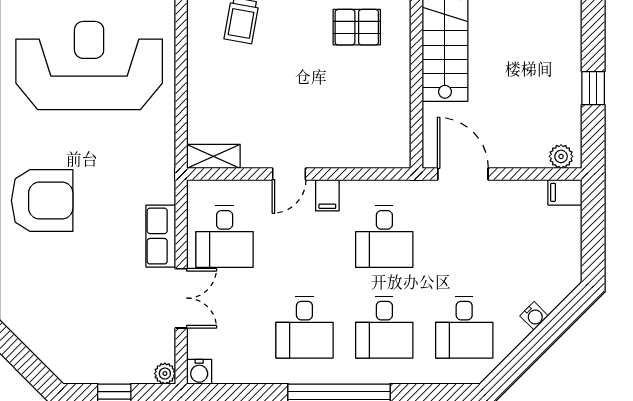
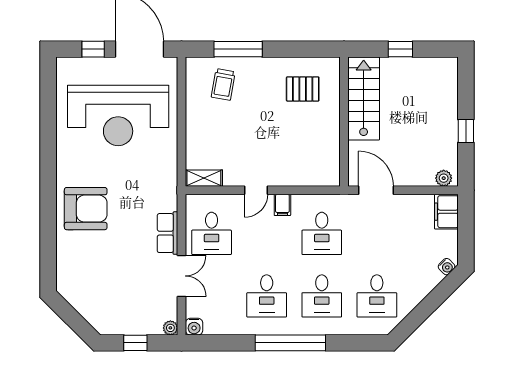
reception desk: (89, 65) -> (118, 115), turned 180
filing cabinet: (565, 192) -> (446, 212), width x2.00
water cooler: (534, 316) -> (447, 267), moved

